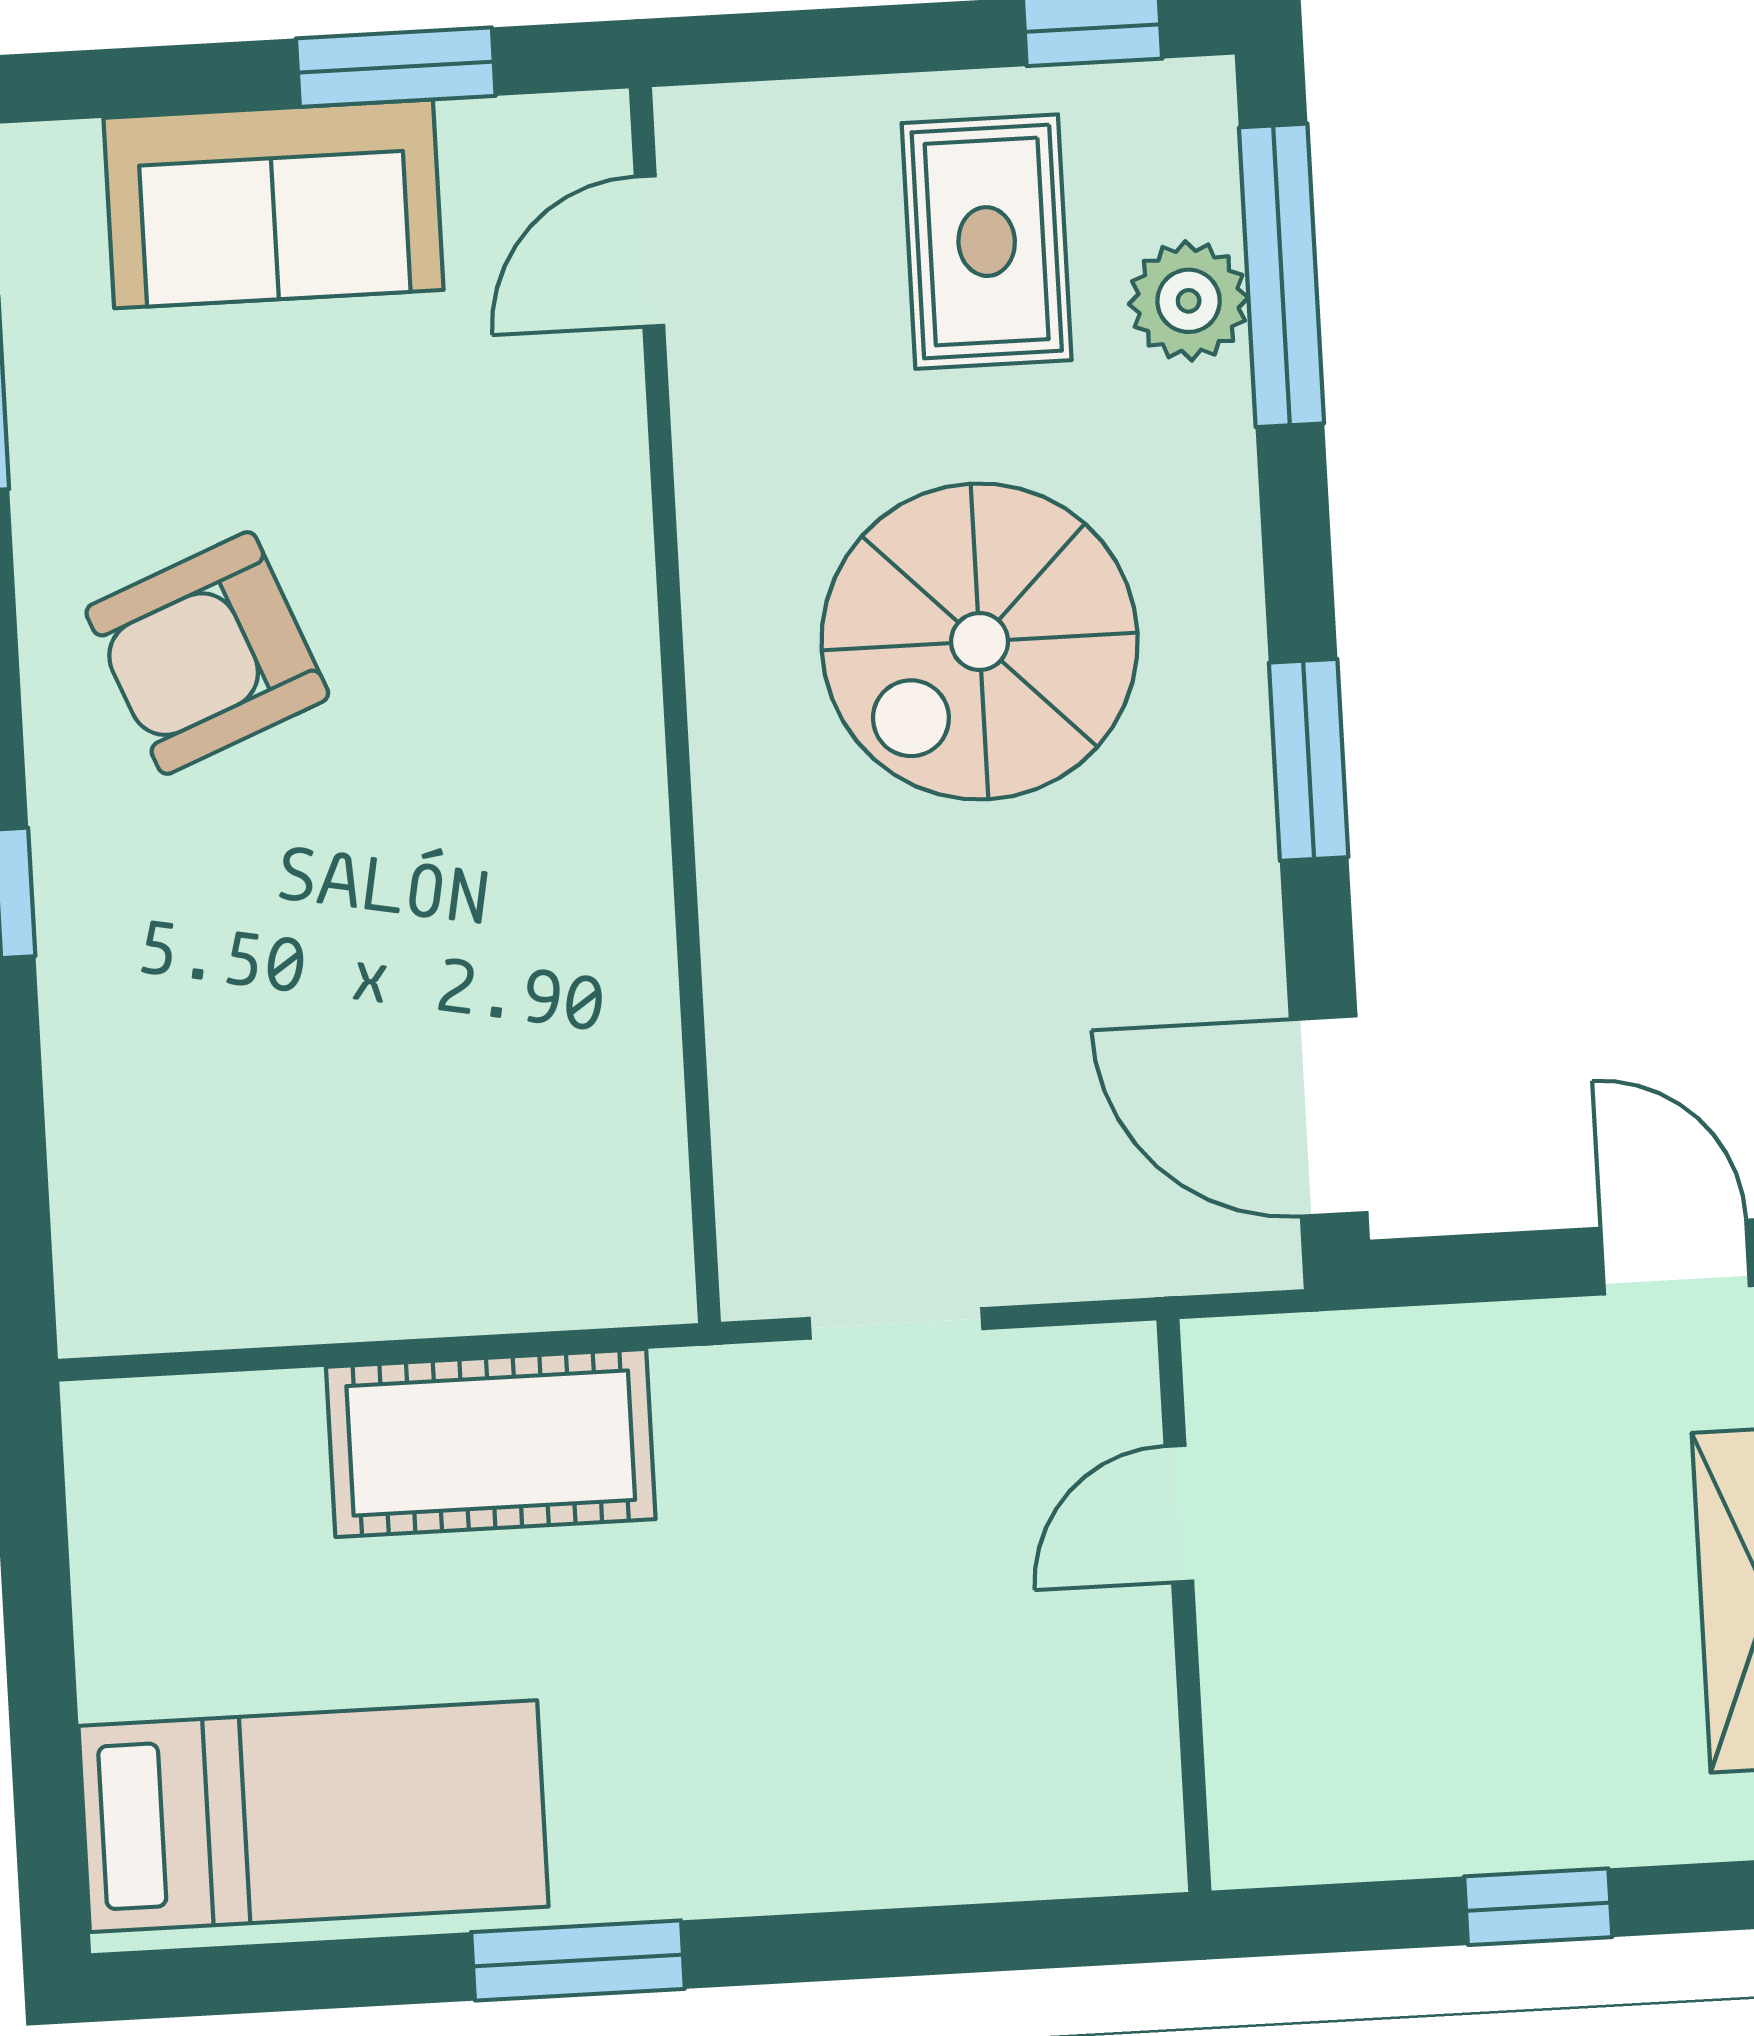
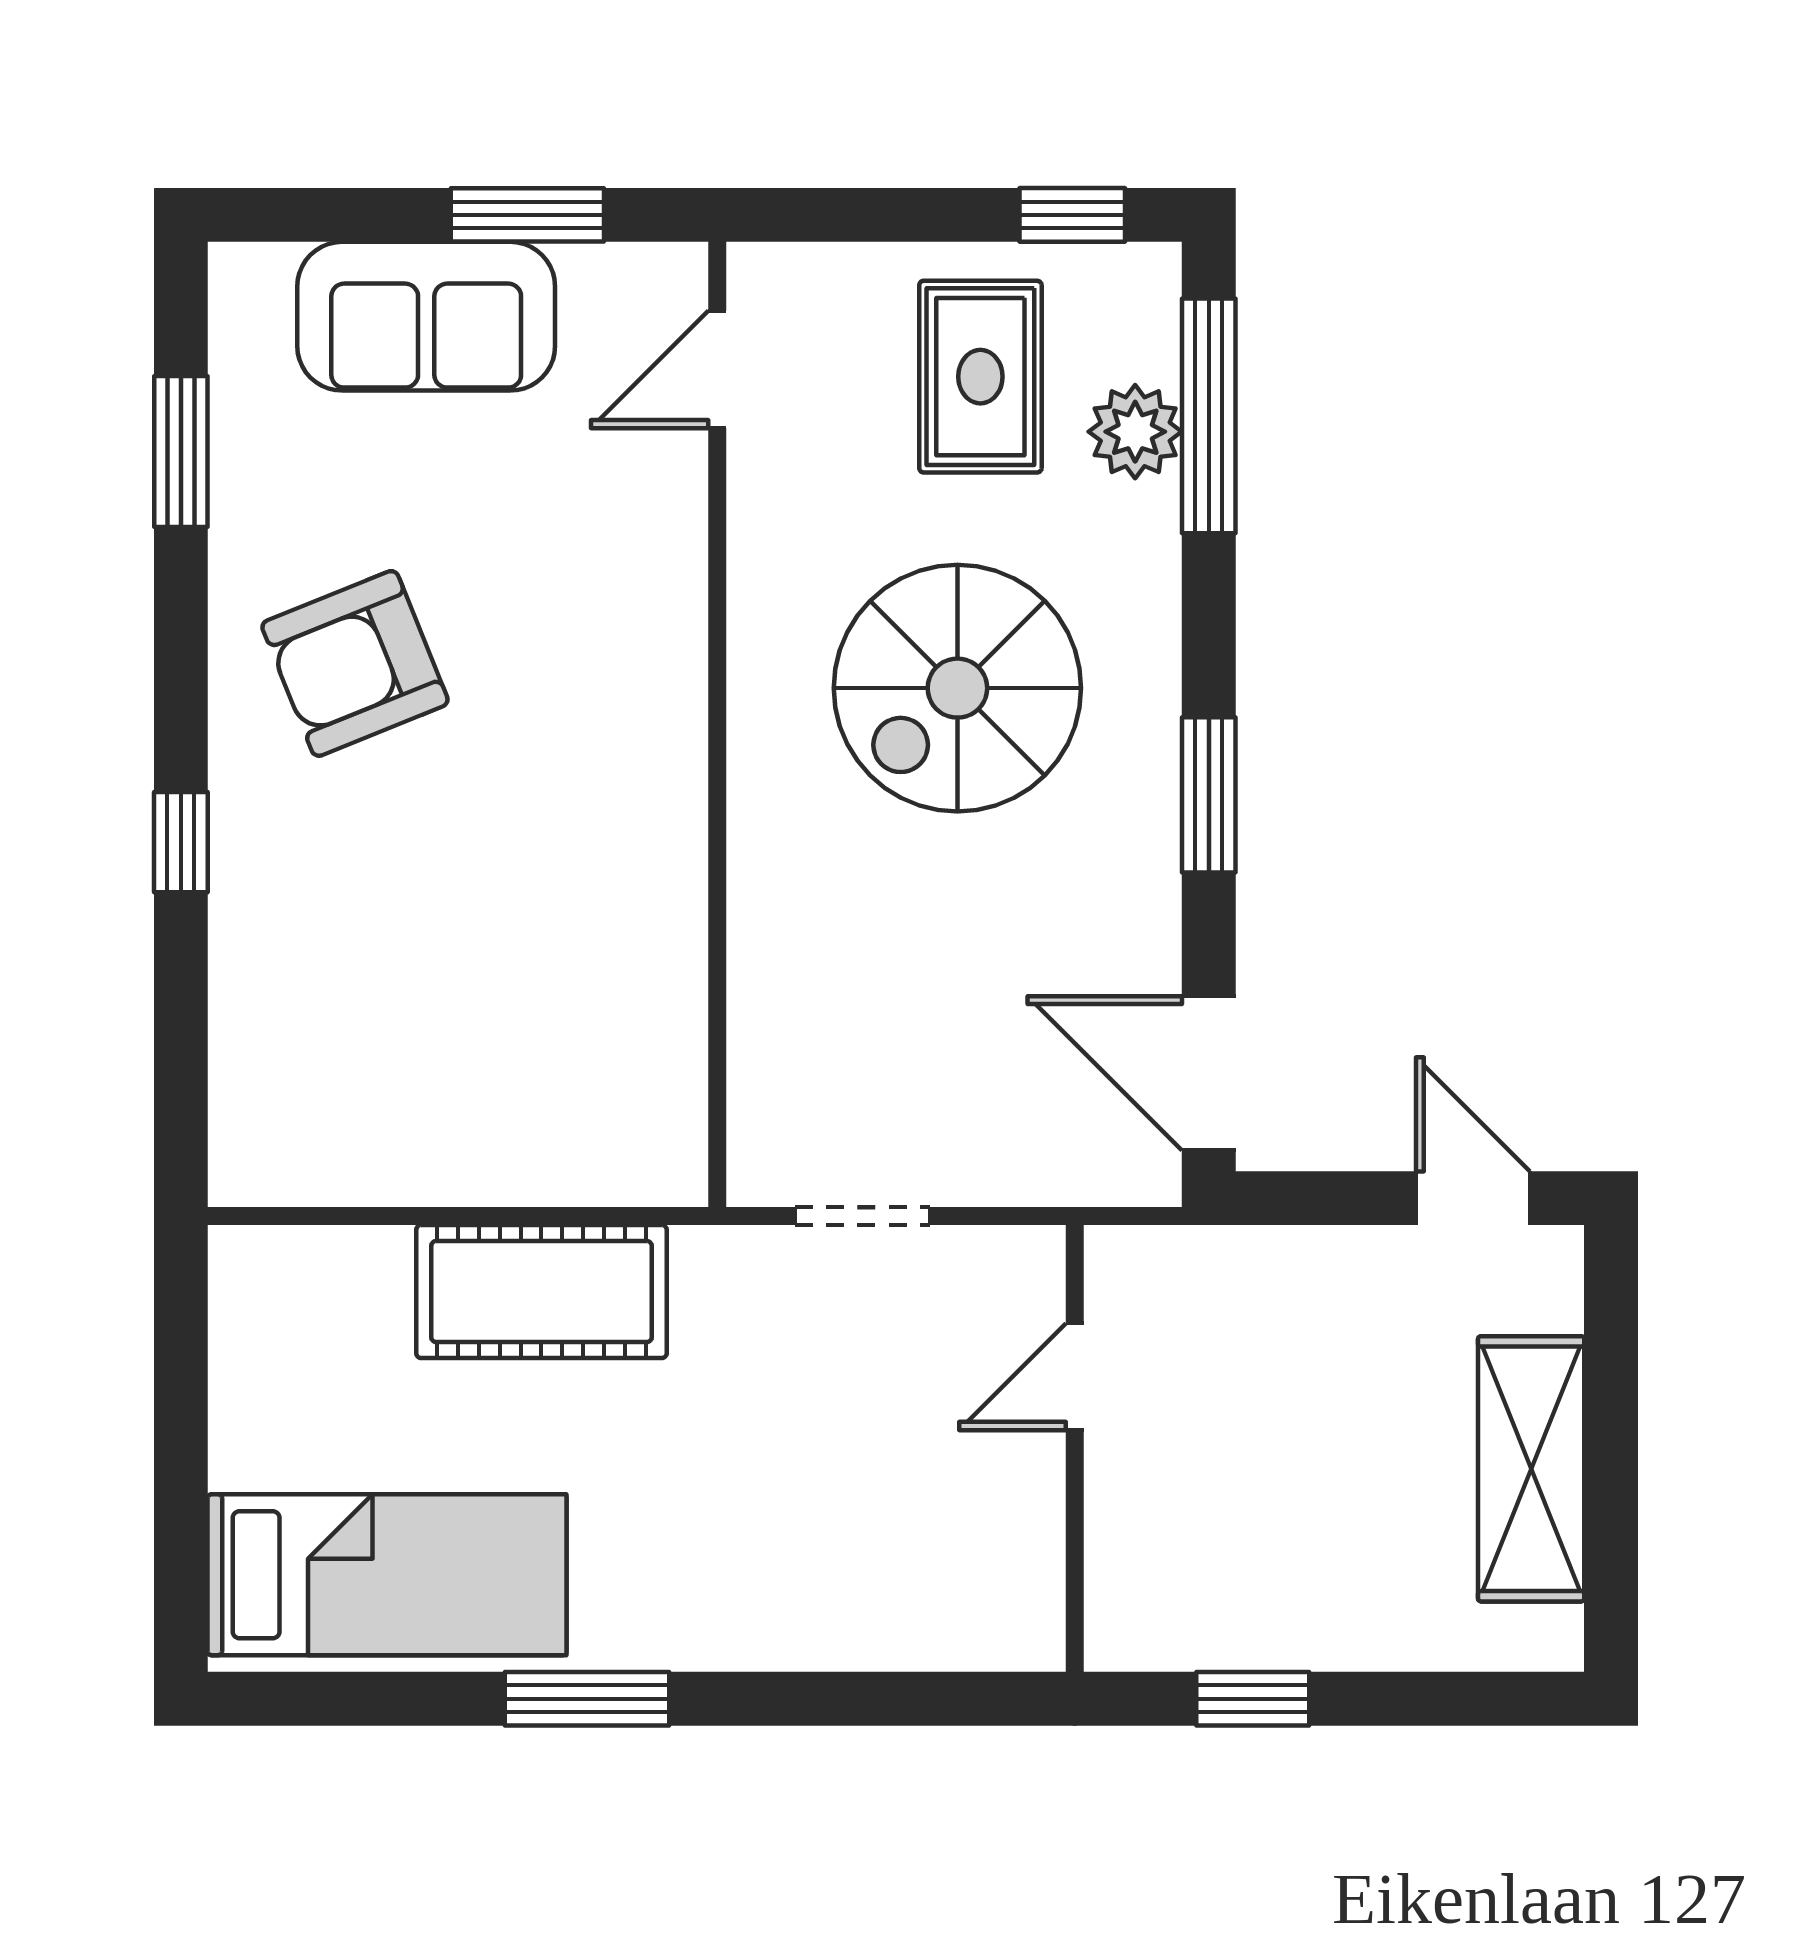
window: (1538, 1907) -> (1253, 1699), moved

